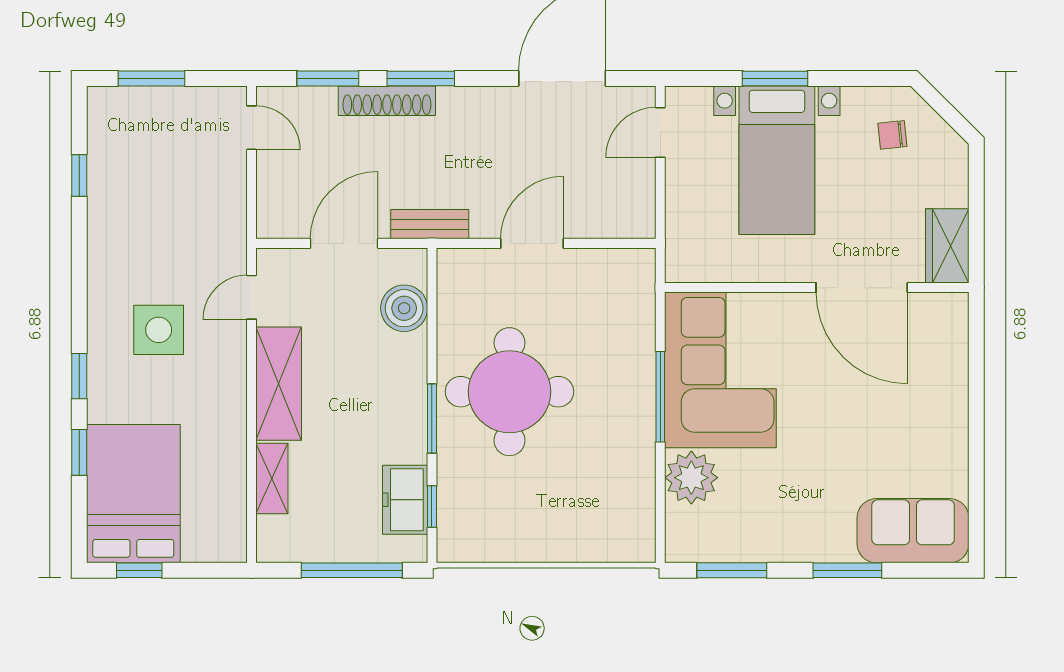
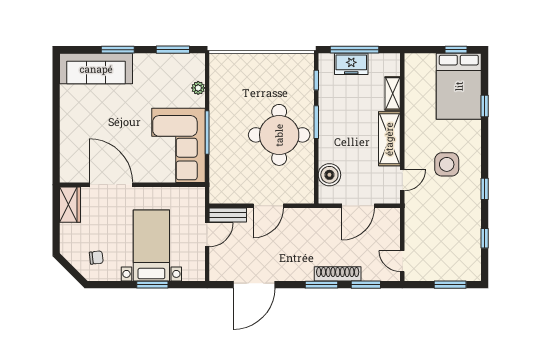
door: (660, 132) -> (207, 235), moved
bench: (430, 224) -> (228, 215), moved
window: (79, 376) -> (485, 189), moved
plant: (691, 478) -> (198, 88), width x0.53, depth x0.53
freezer: (405, 500) -> (351, 64), moved, turned 90
sofa: (913, 531) -> (96, 69), width x1.36

